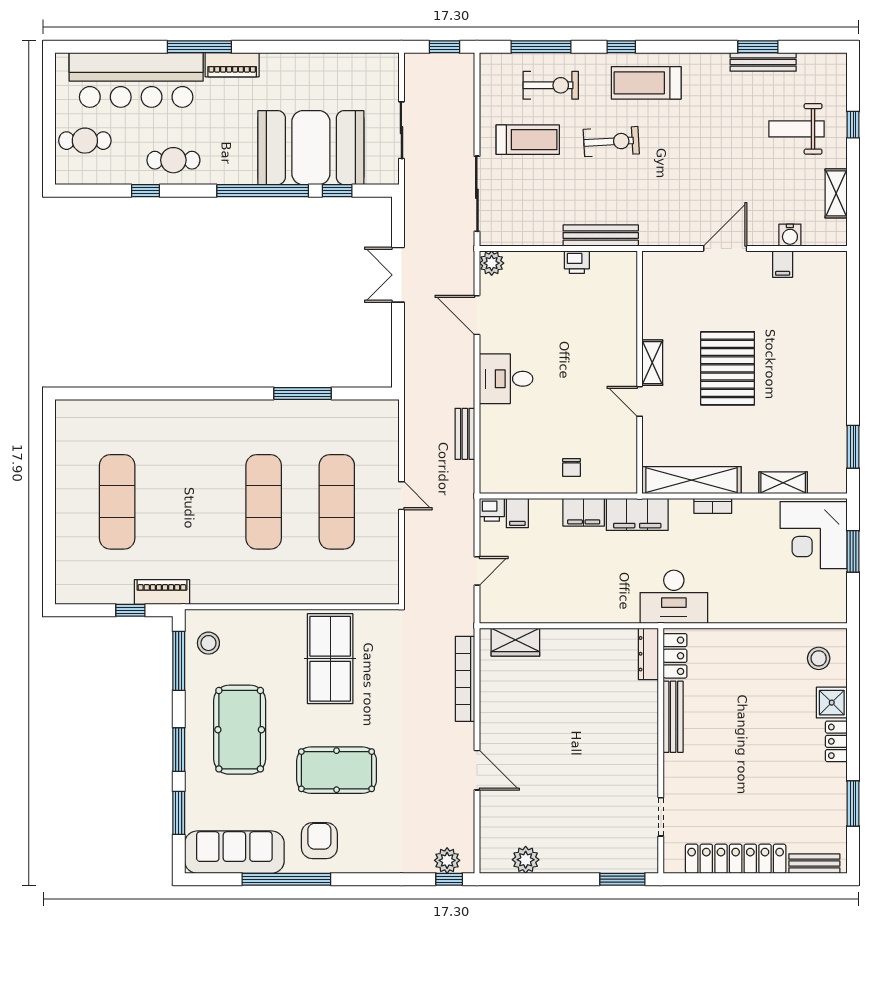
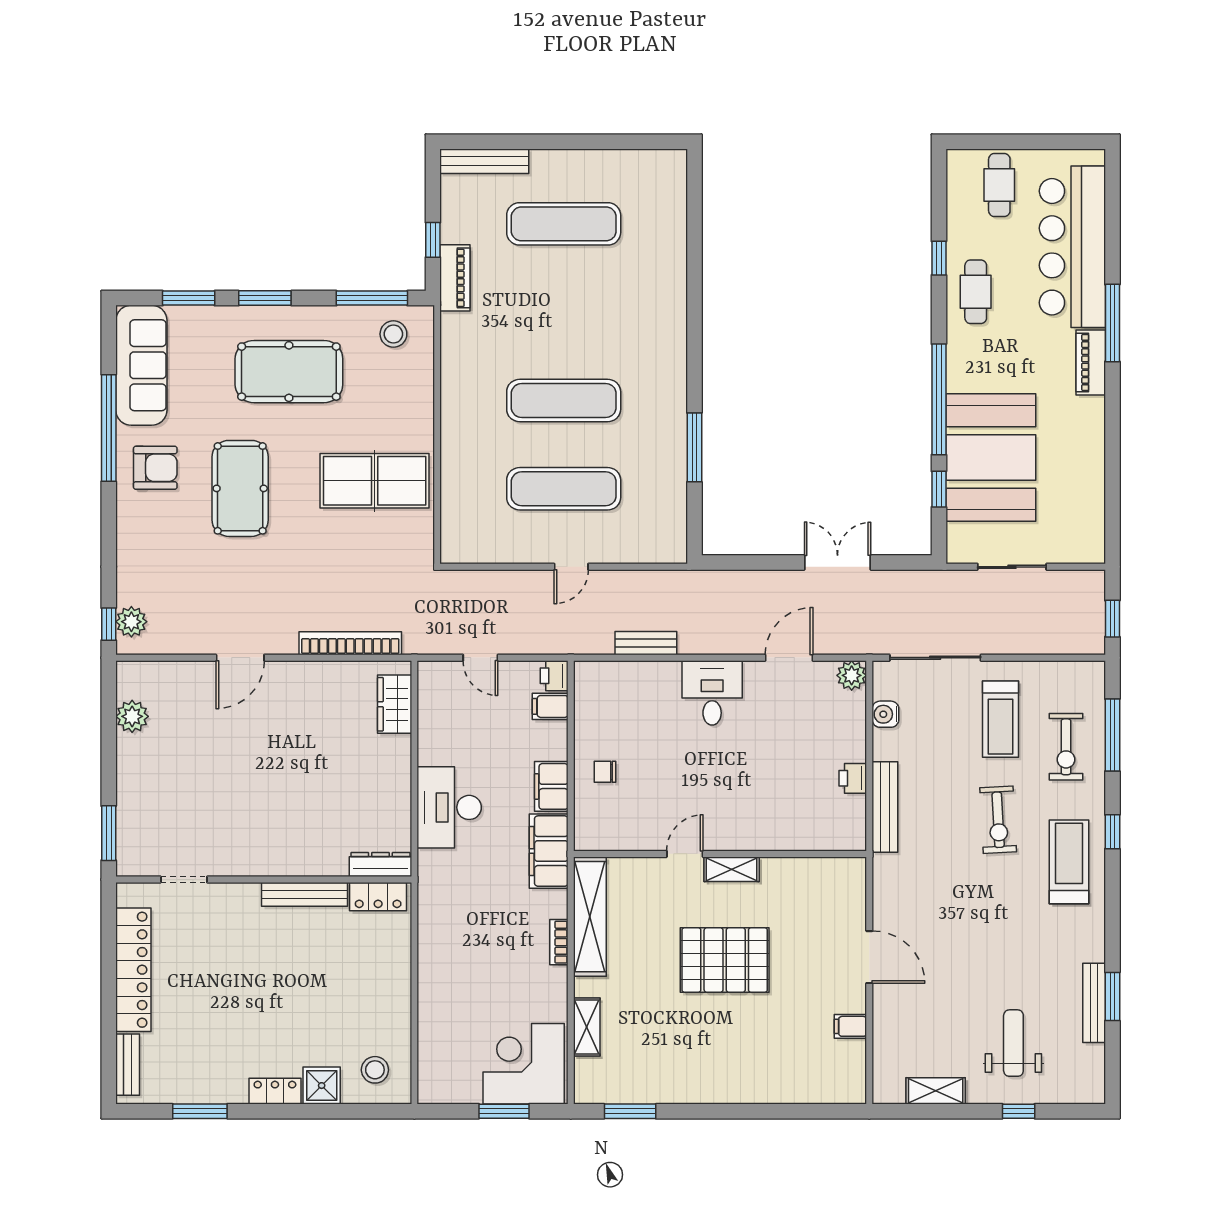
water cooler: (790, 235) -> (885, 714), moved
bench: (65, 568) -> (484, 161), added
desk: (674, 597) -> (449, 807), moved

